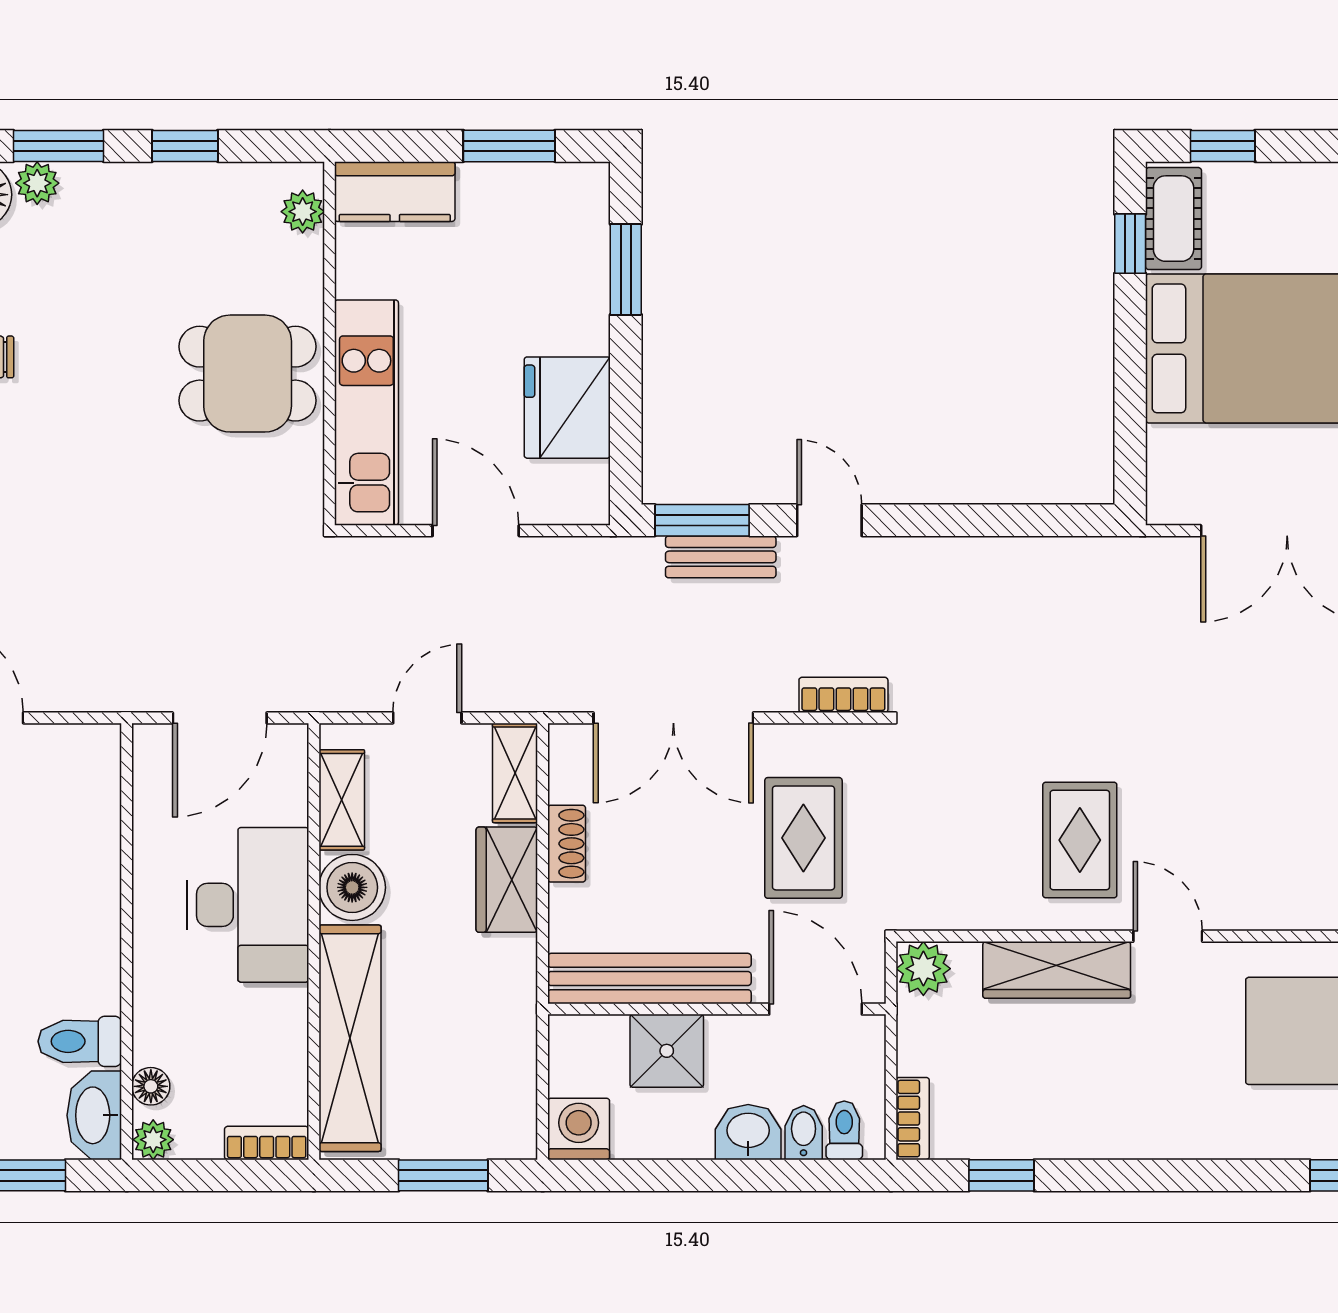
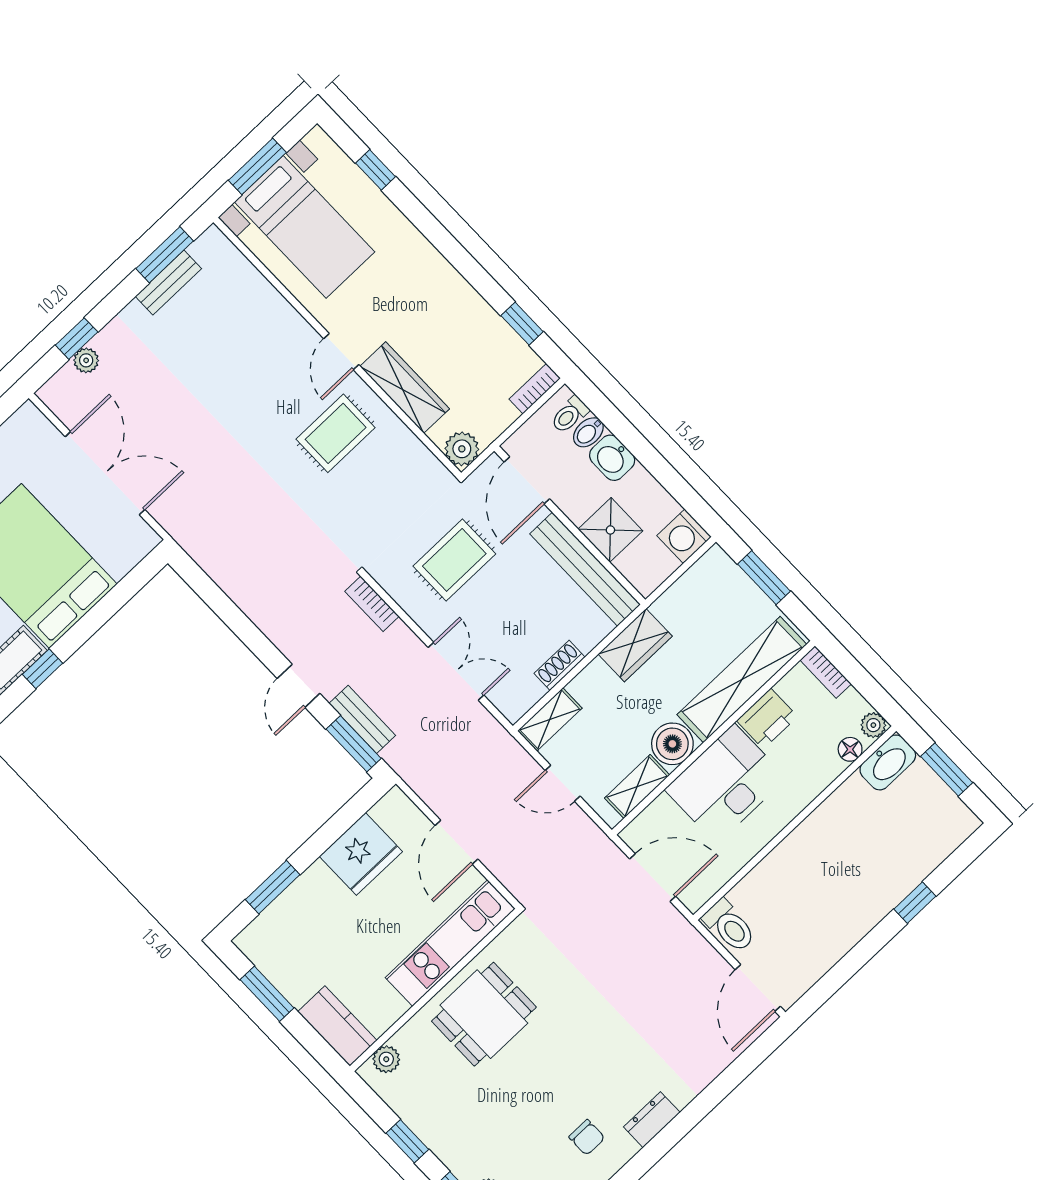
dining table: (248, 374) -> (484, 1014), turned 90
double door: (673, 718) -> (456, 671), width x0.73
wardrobe: (507, 880) -> (635, 645), moved
printer: (277, 1024) -> (767, 719), added
toilet: (80, 1041) -> (729, 926), moved

